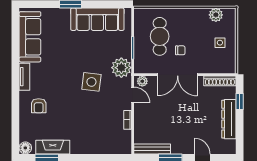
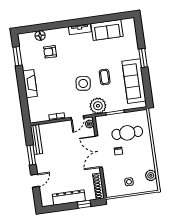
sofa: (30, 37) -> (107, 30), width x0.73
coffee table: (87, 54) -> (105, 77), added
armchair: (39, 106) -> (50, 52), moved
fireplace: (53, 147) -> (30, 84), moved
floor lamp: (25, 148) -> (40, 36), moved

